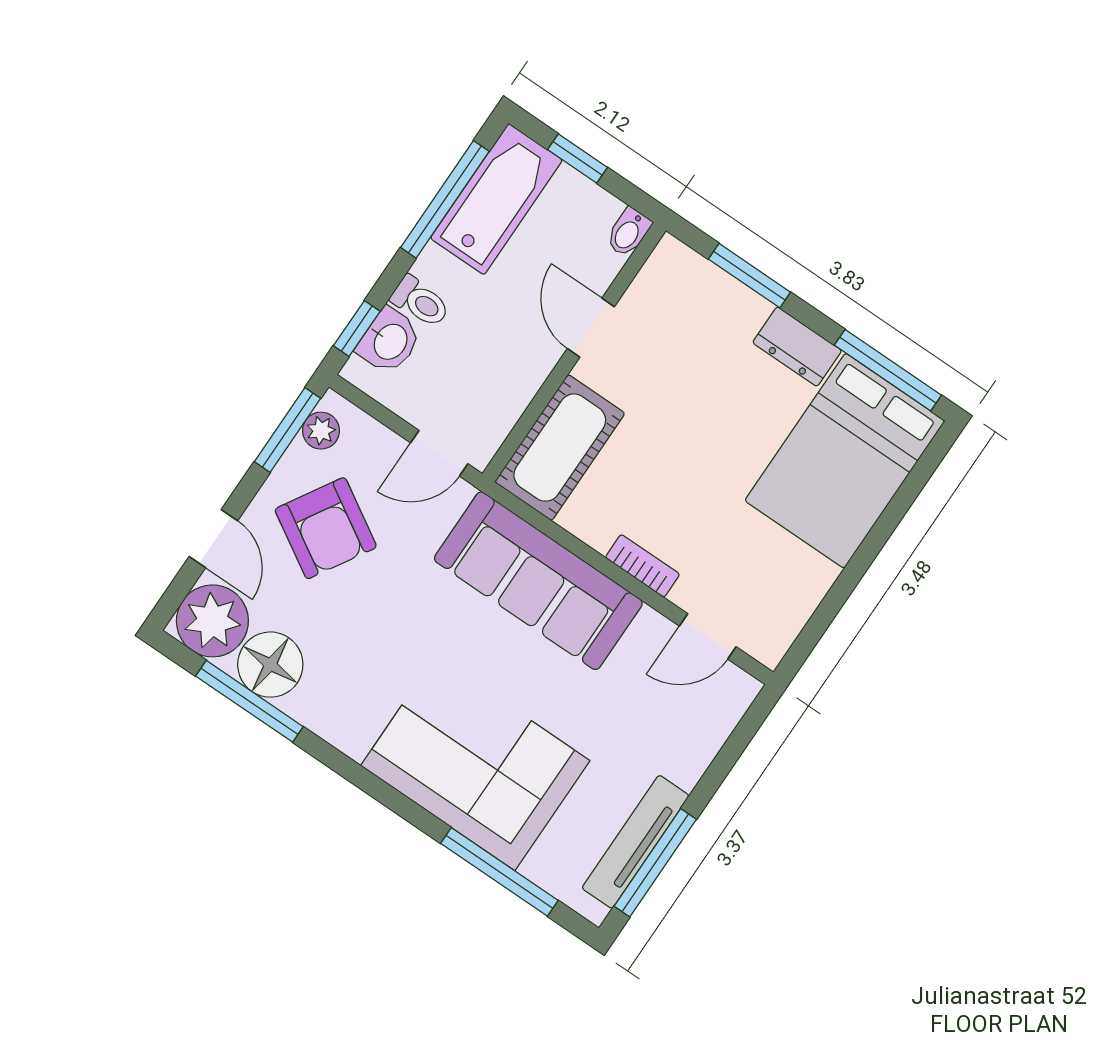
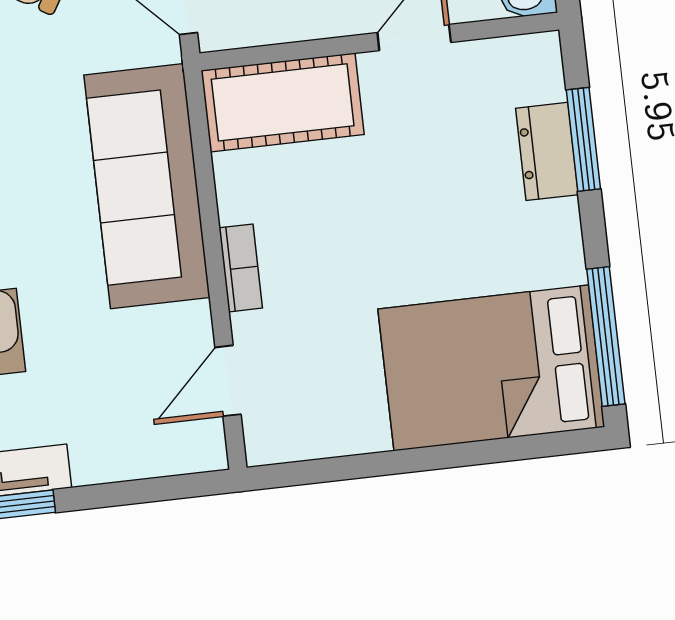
dresser: (797, 347) -> (547, 151), moved
door: (708, 636) -> (228, 381), hinge flipped

